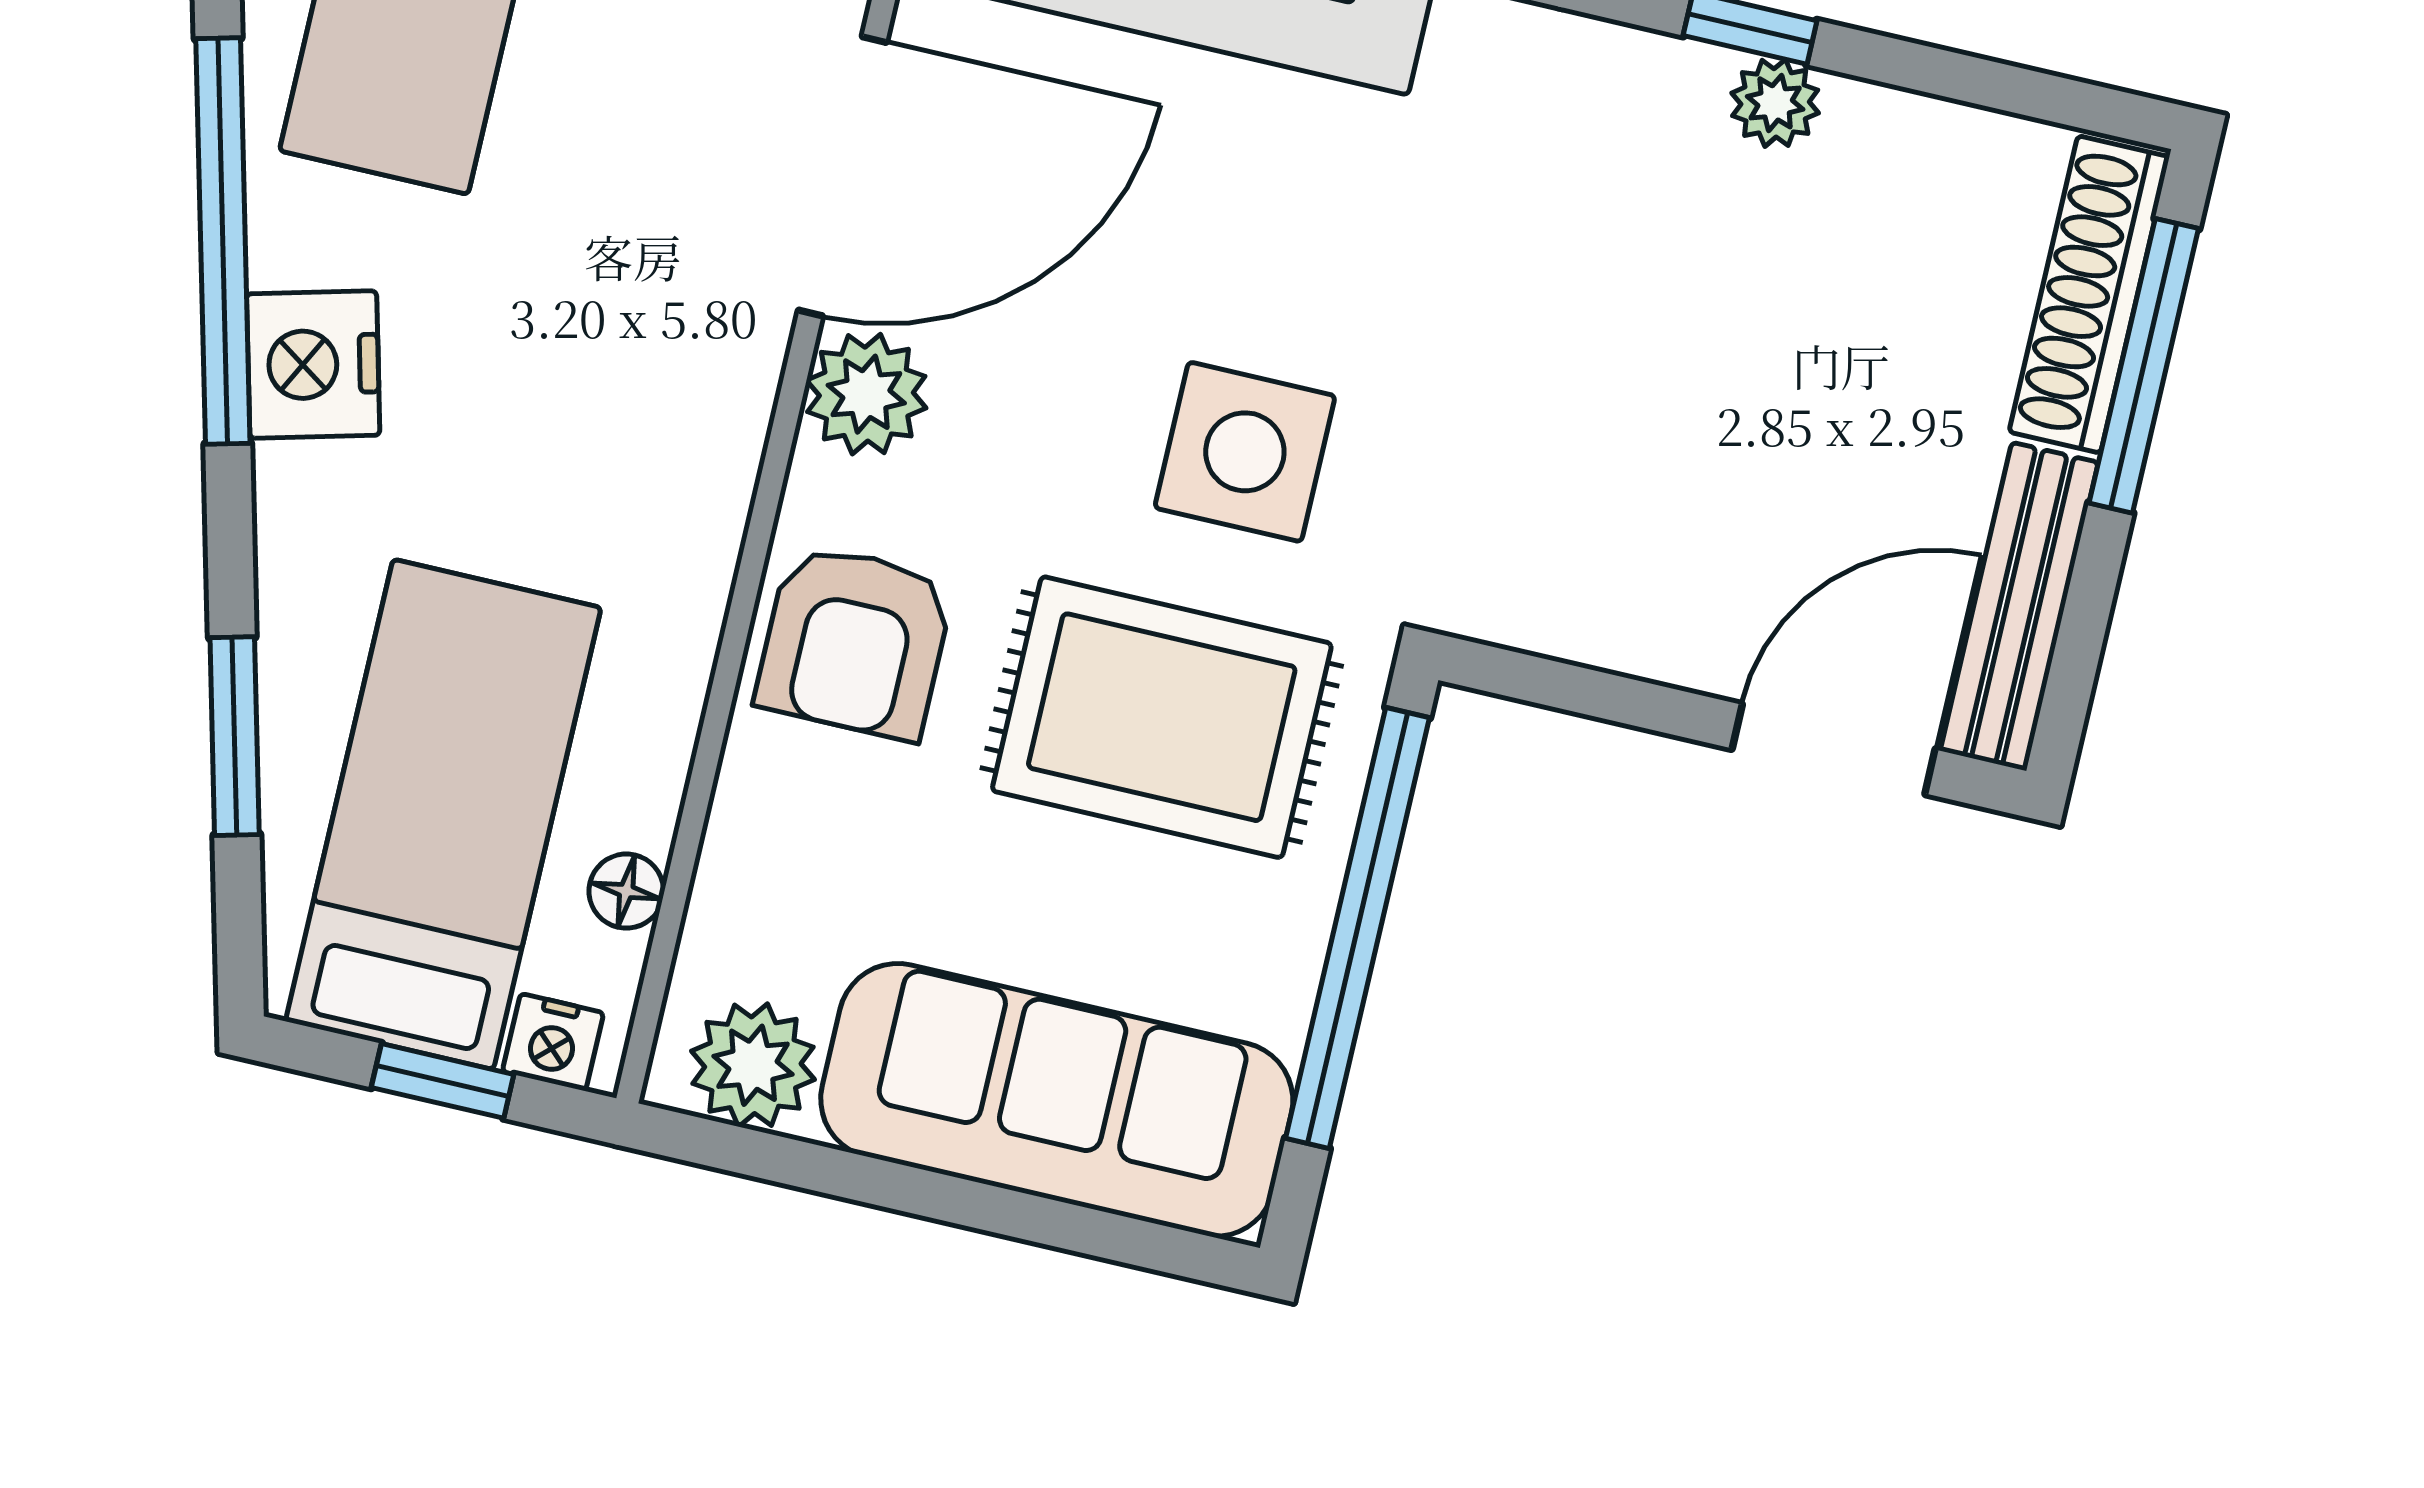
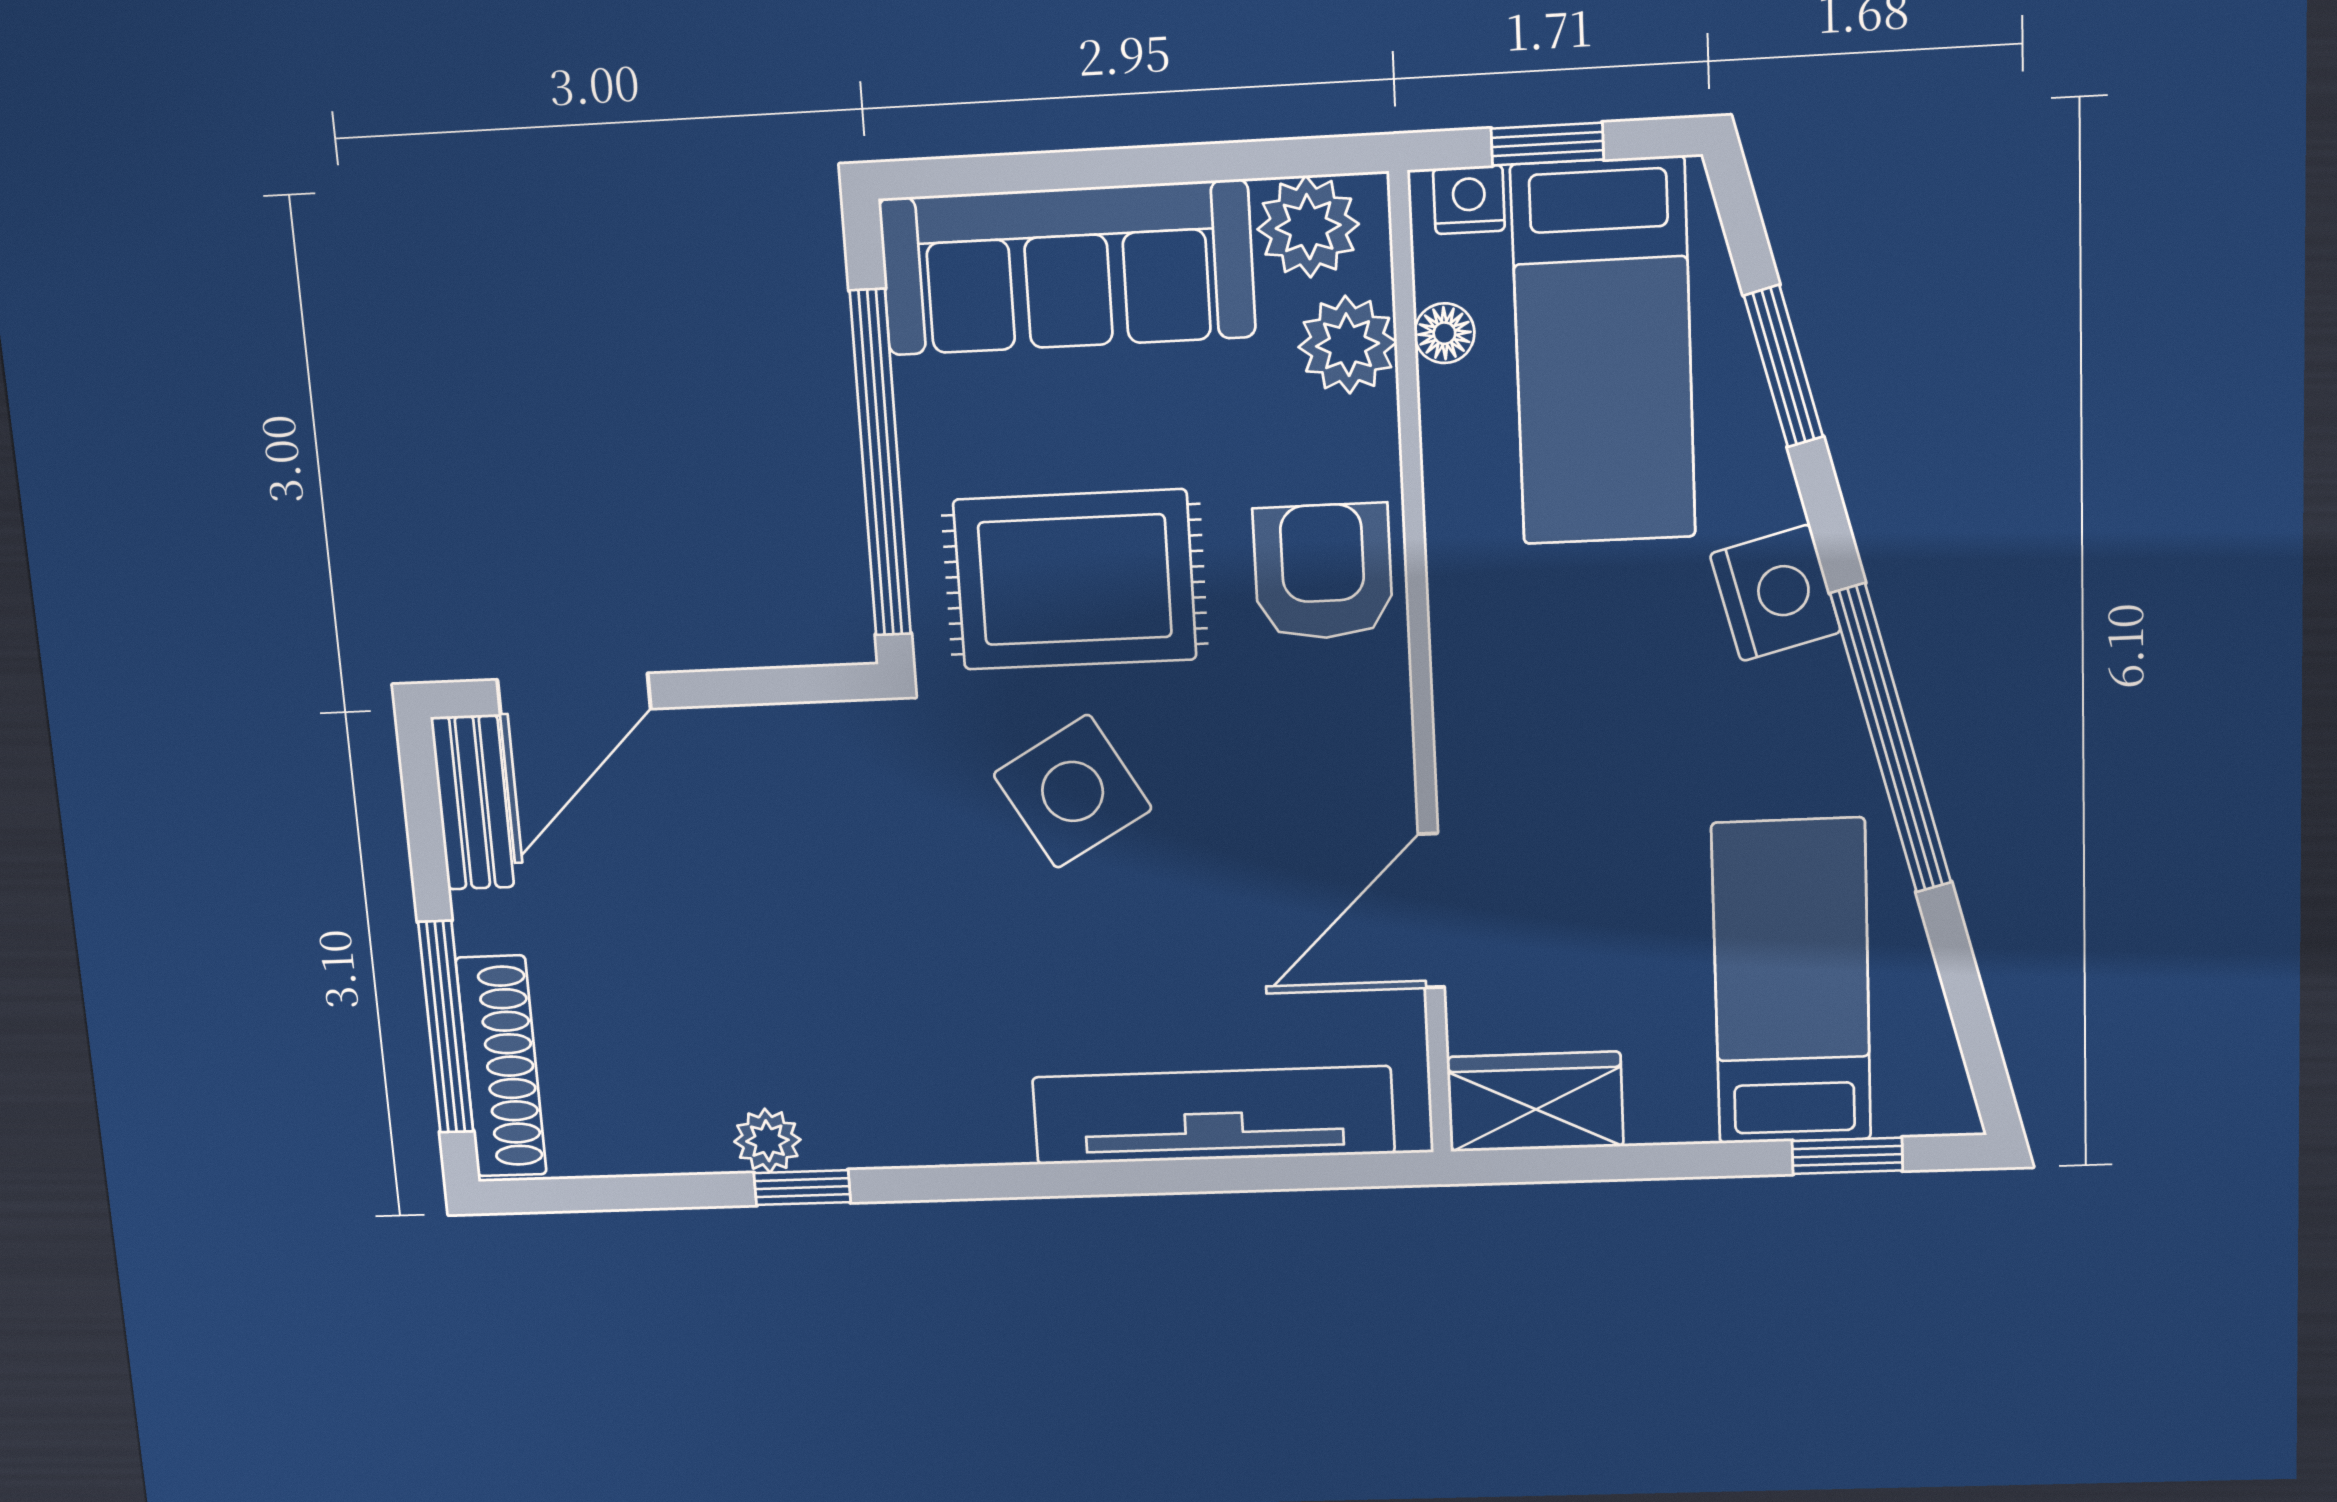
door: (842, 176) -> (1431, 911), width x0.73
nightstand: (313, 365) -> (1775, 593), moved
plant: (866, 394) -> (1348, 345), moved
side table: (1245, 452) -> (1073, 791), turned -30
bench: (2019, 607) -> (472, 802), width x0.73

